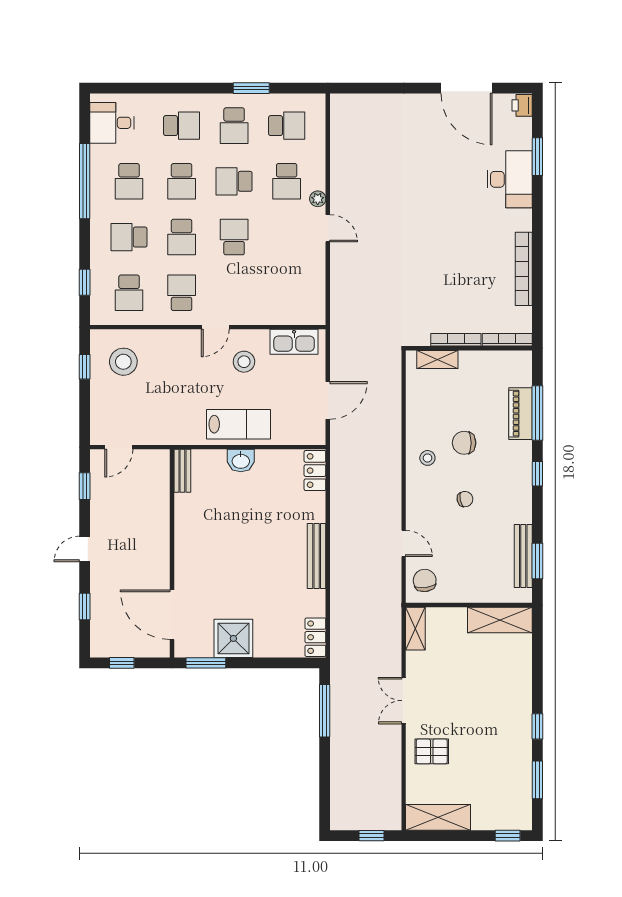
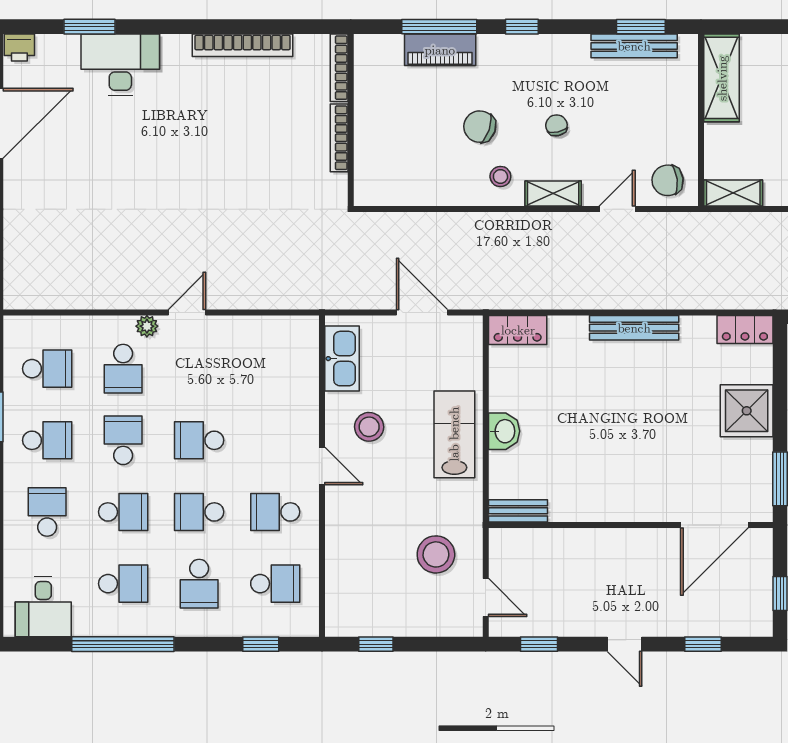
school desk: (287, 126) -> (47, 369), turned 90
school desk: (234, 181) -> (123, 440), turned 180
school desk: (287, 181) -> (123, 369), turned 90
school desk: (182, 237) -> (199, 512), turned 180
shelving: (437, 360) -> (553, 194), moved, turned 90
stool: (123, 362) -> (436, 554), moved
chair: (464, 443) -> (480, 127), turned 109
shower: (233, 638) -> (747, 411), moved

